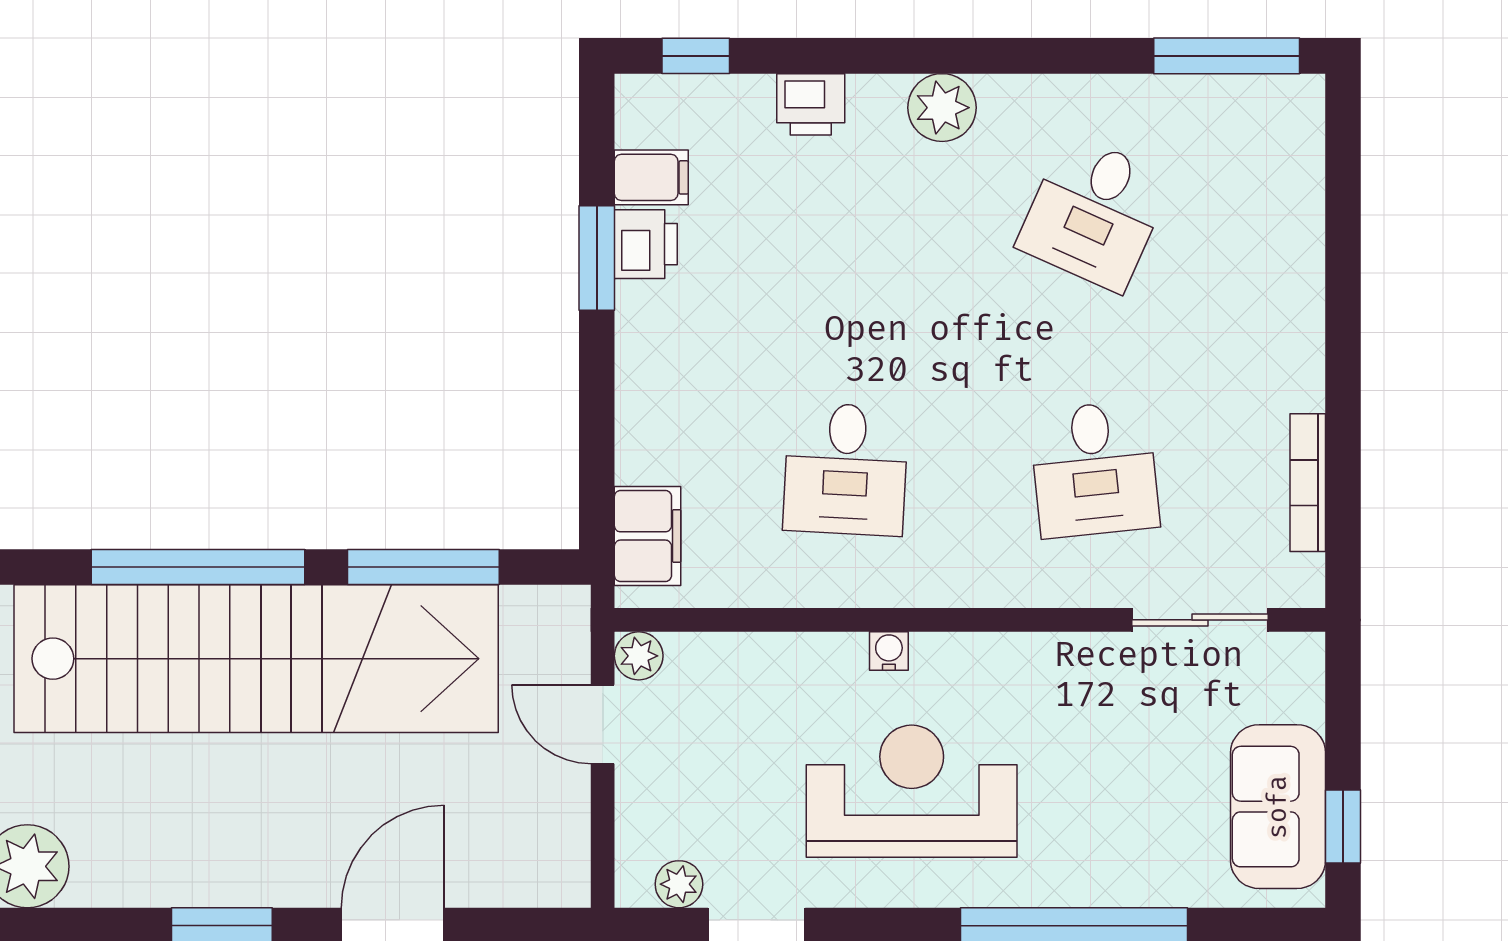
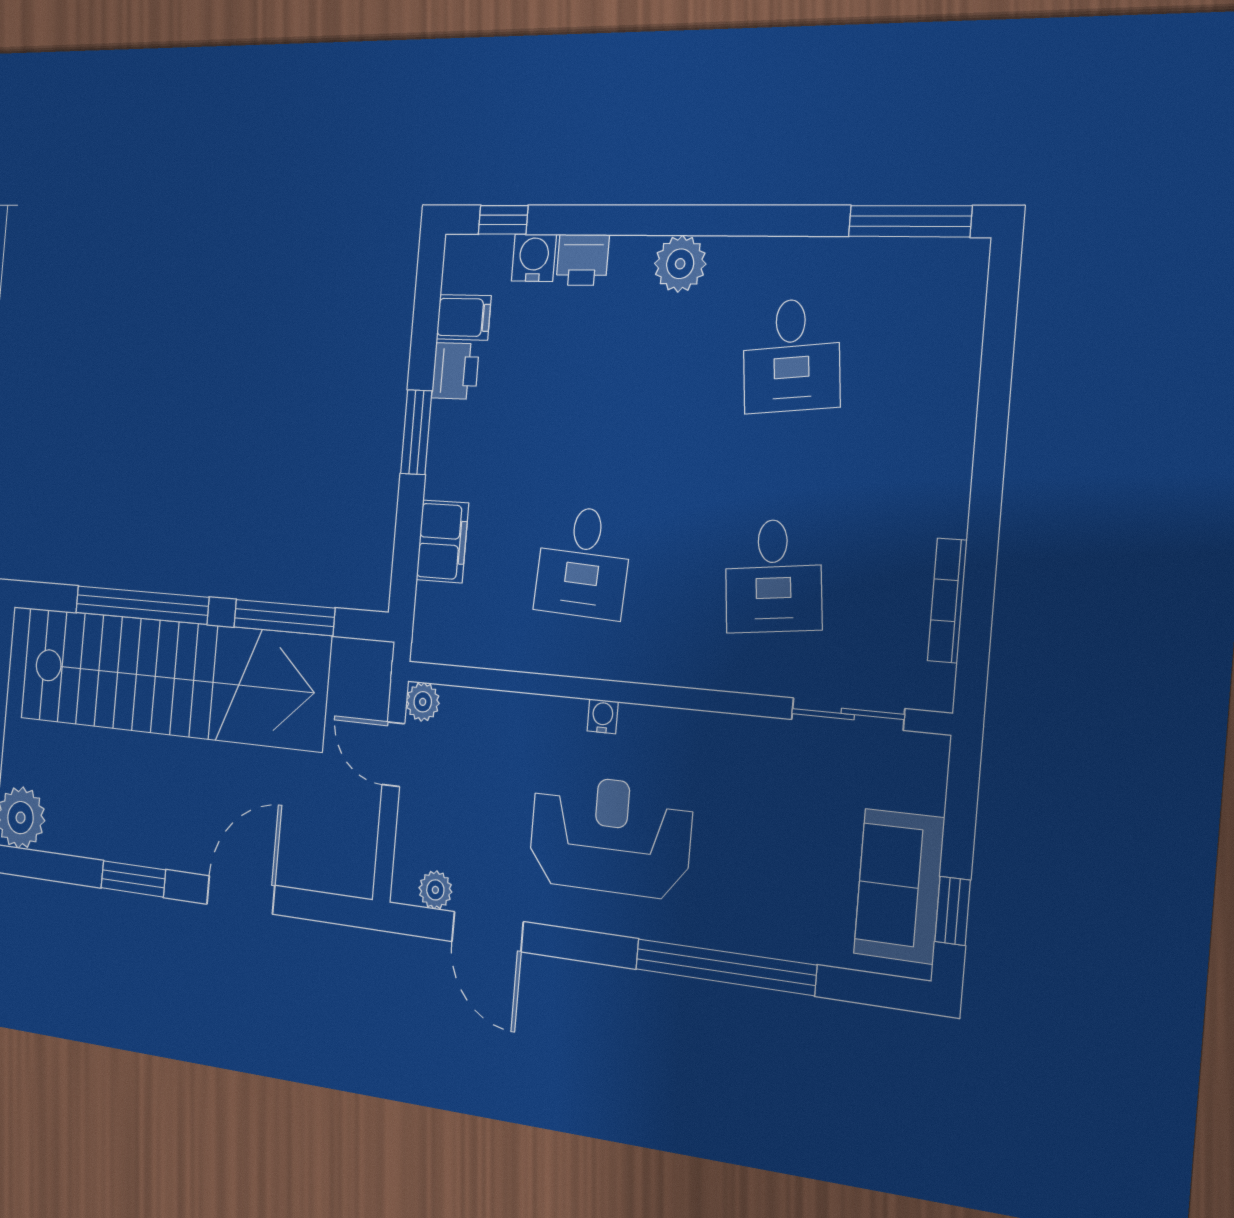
water cooler: (743, 102) -> (534, 258), added
desk: (1094, 213) -> (791, 355), turned -30
window: (597, 258) -> (416, 432), moved
filing cabinet: (648, 536) -> (442, 541), moved

